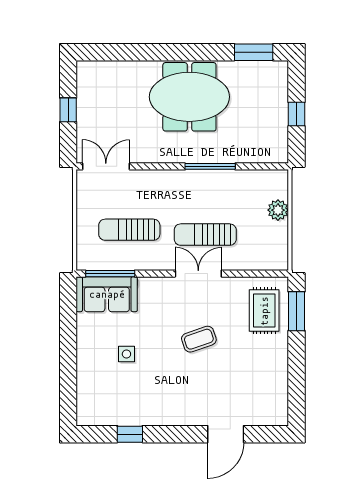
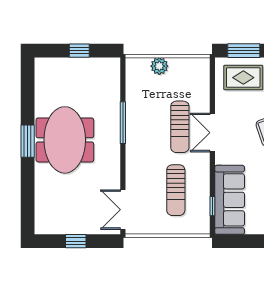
window: (254, 52) -> (28, 141), moved
window: (110, 274) -> (212, 206), width x0.46
sofa: (107, 294) -> (230, 200), width x1.36

